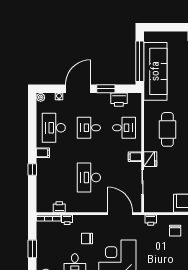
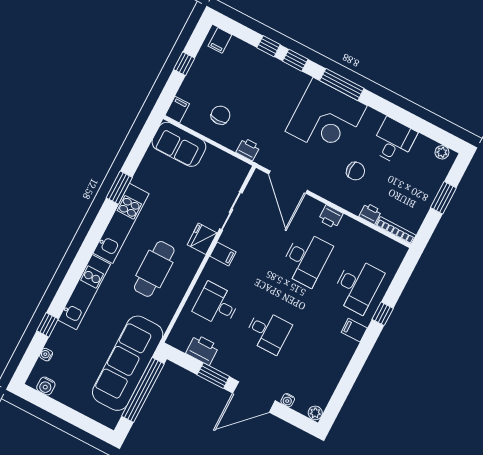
desk: (54, 128) -> (357, 286), moved
printer: (59, 207) -> (331, 217), moved

